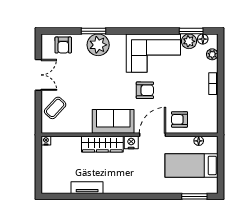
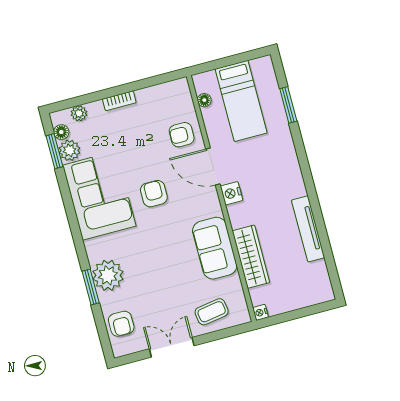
armchair: (63, 45) -> (121, 324), turned 90
coffee table: (55, 108) -> (212, 312), turned -52
armchair: (179, 119) -> (182, 135), turned 90
sofa: (113, 121) -> (215, 248), moved
wardrobe: (102, 144) -> (251, 257), moved
tv unit: (87, 188) -> (308, 229), width x1.41
window: (194, 196) -> (288, 105), moved

